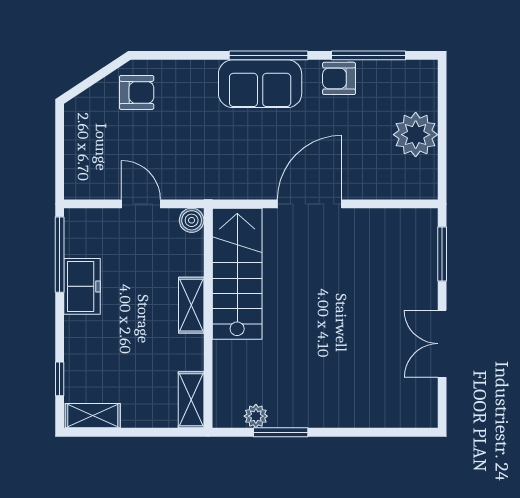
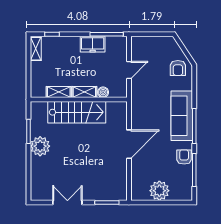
sofa: (260, 84) -> (182, 116), width x1.36
door: (310, 204) -> (129, 144), hinge flipped
boiler: (192, 220) -> (103, 92), moved
stairs: (237, 274) -> (77, 112), moved
shelving: (191, 400) -> (59, 92), moved
plant: (256, 416) -> (40, 146), moved, width x1.87, depth x1.87

